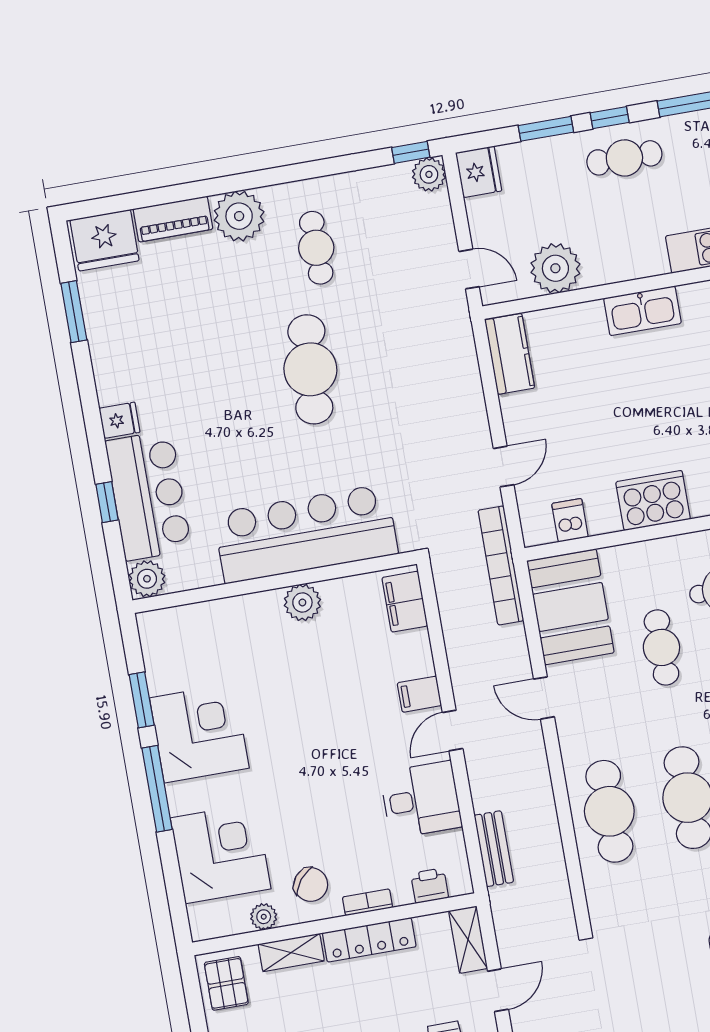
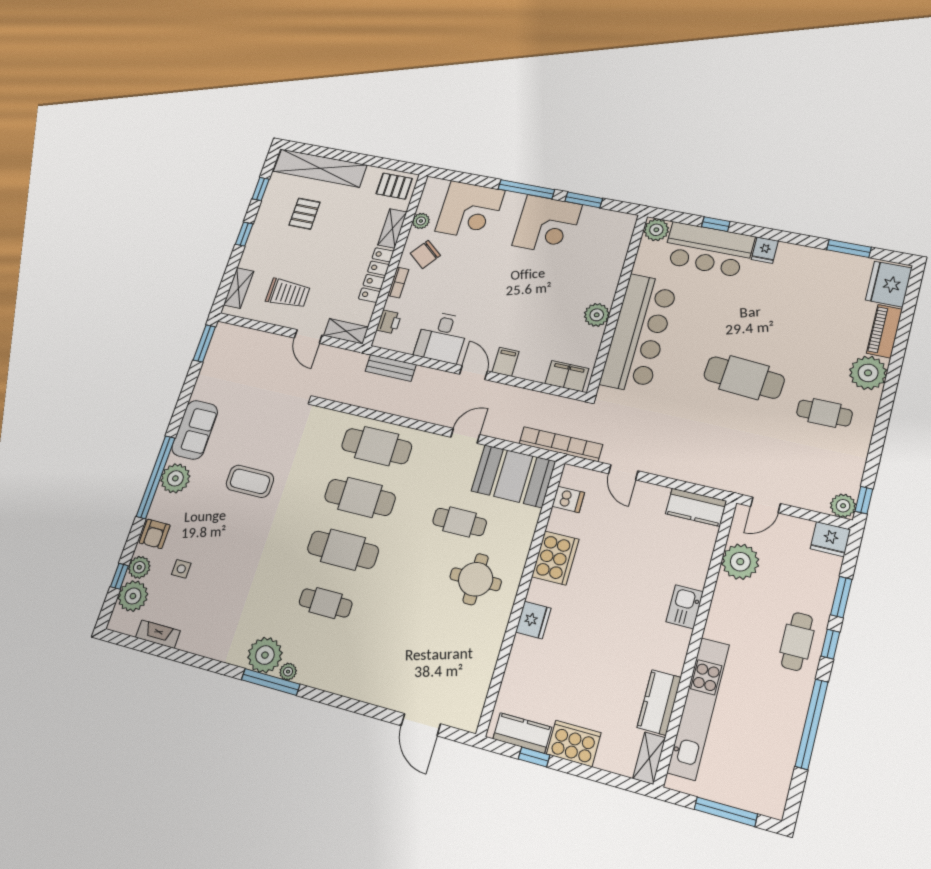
kitchen sink: (642, 311) -> (685, 607), width x0.73

